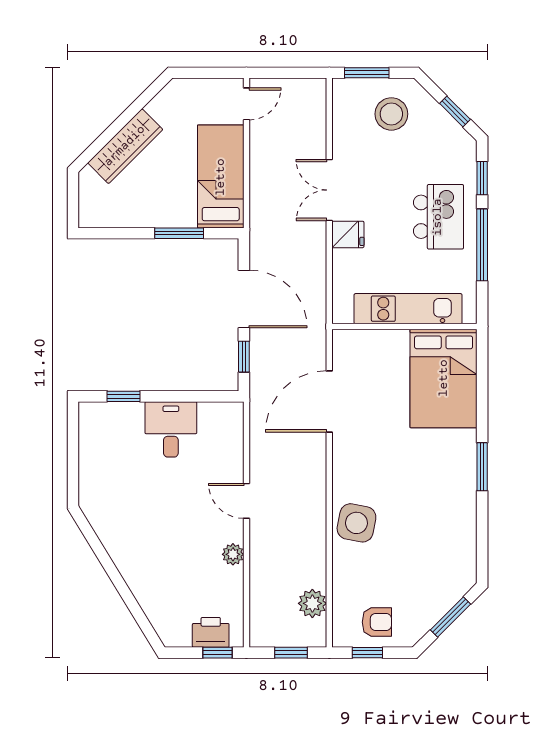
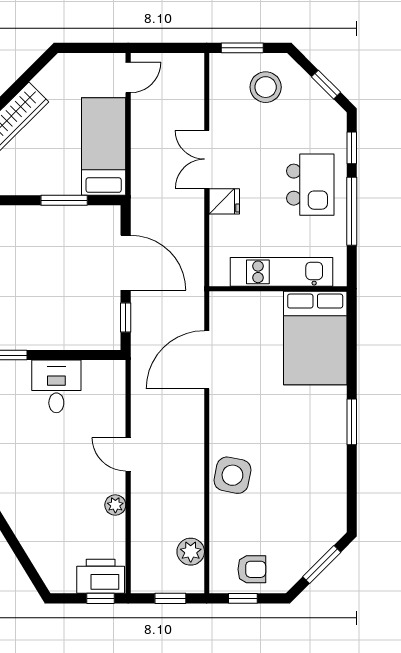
printer: (211, 632) -> (101, 576), width x1.37, depth x1.19

